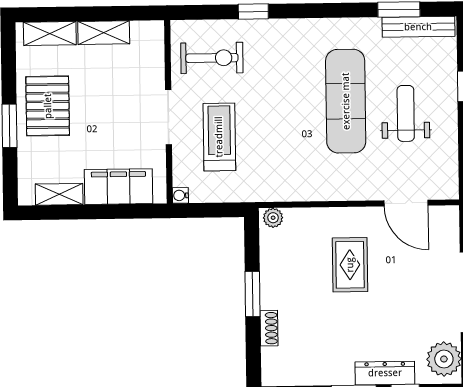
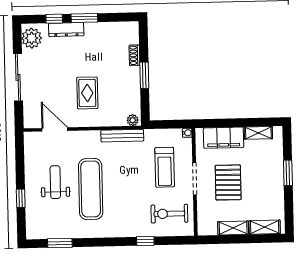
bench: (418, 27) -> (122, 136), moved
pallet: (48, 106) -> (228, 182), moved
weight bench: (406, 113) -> (55, 182), turned 180

